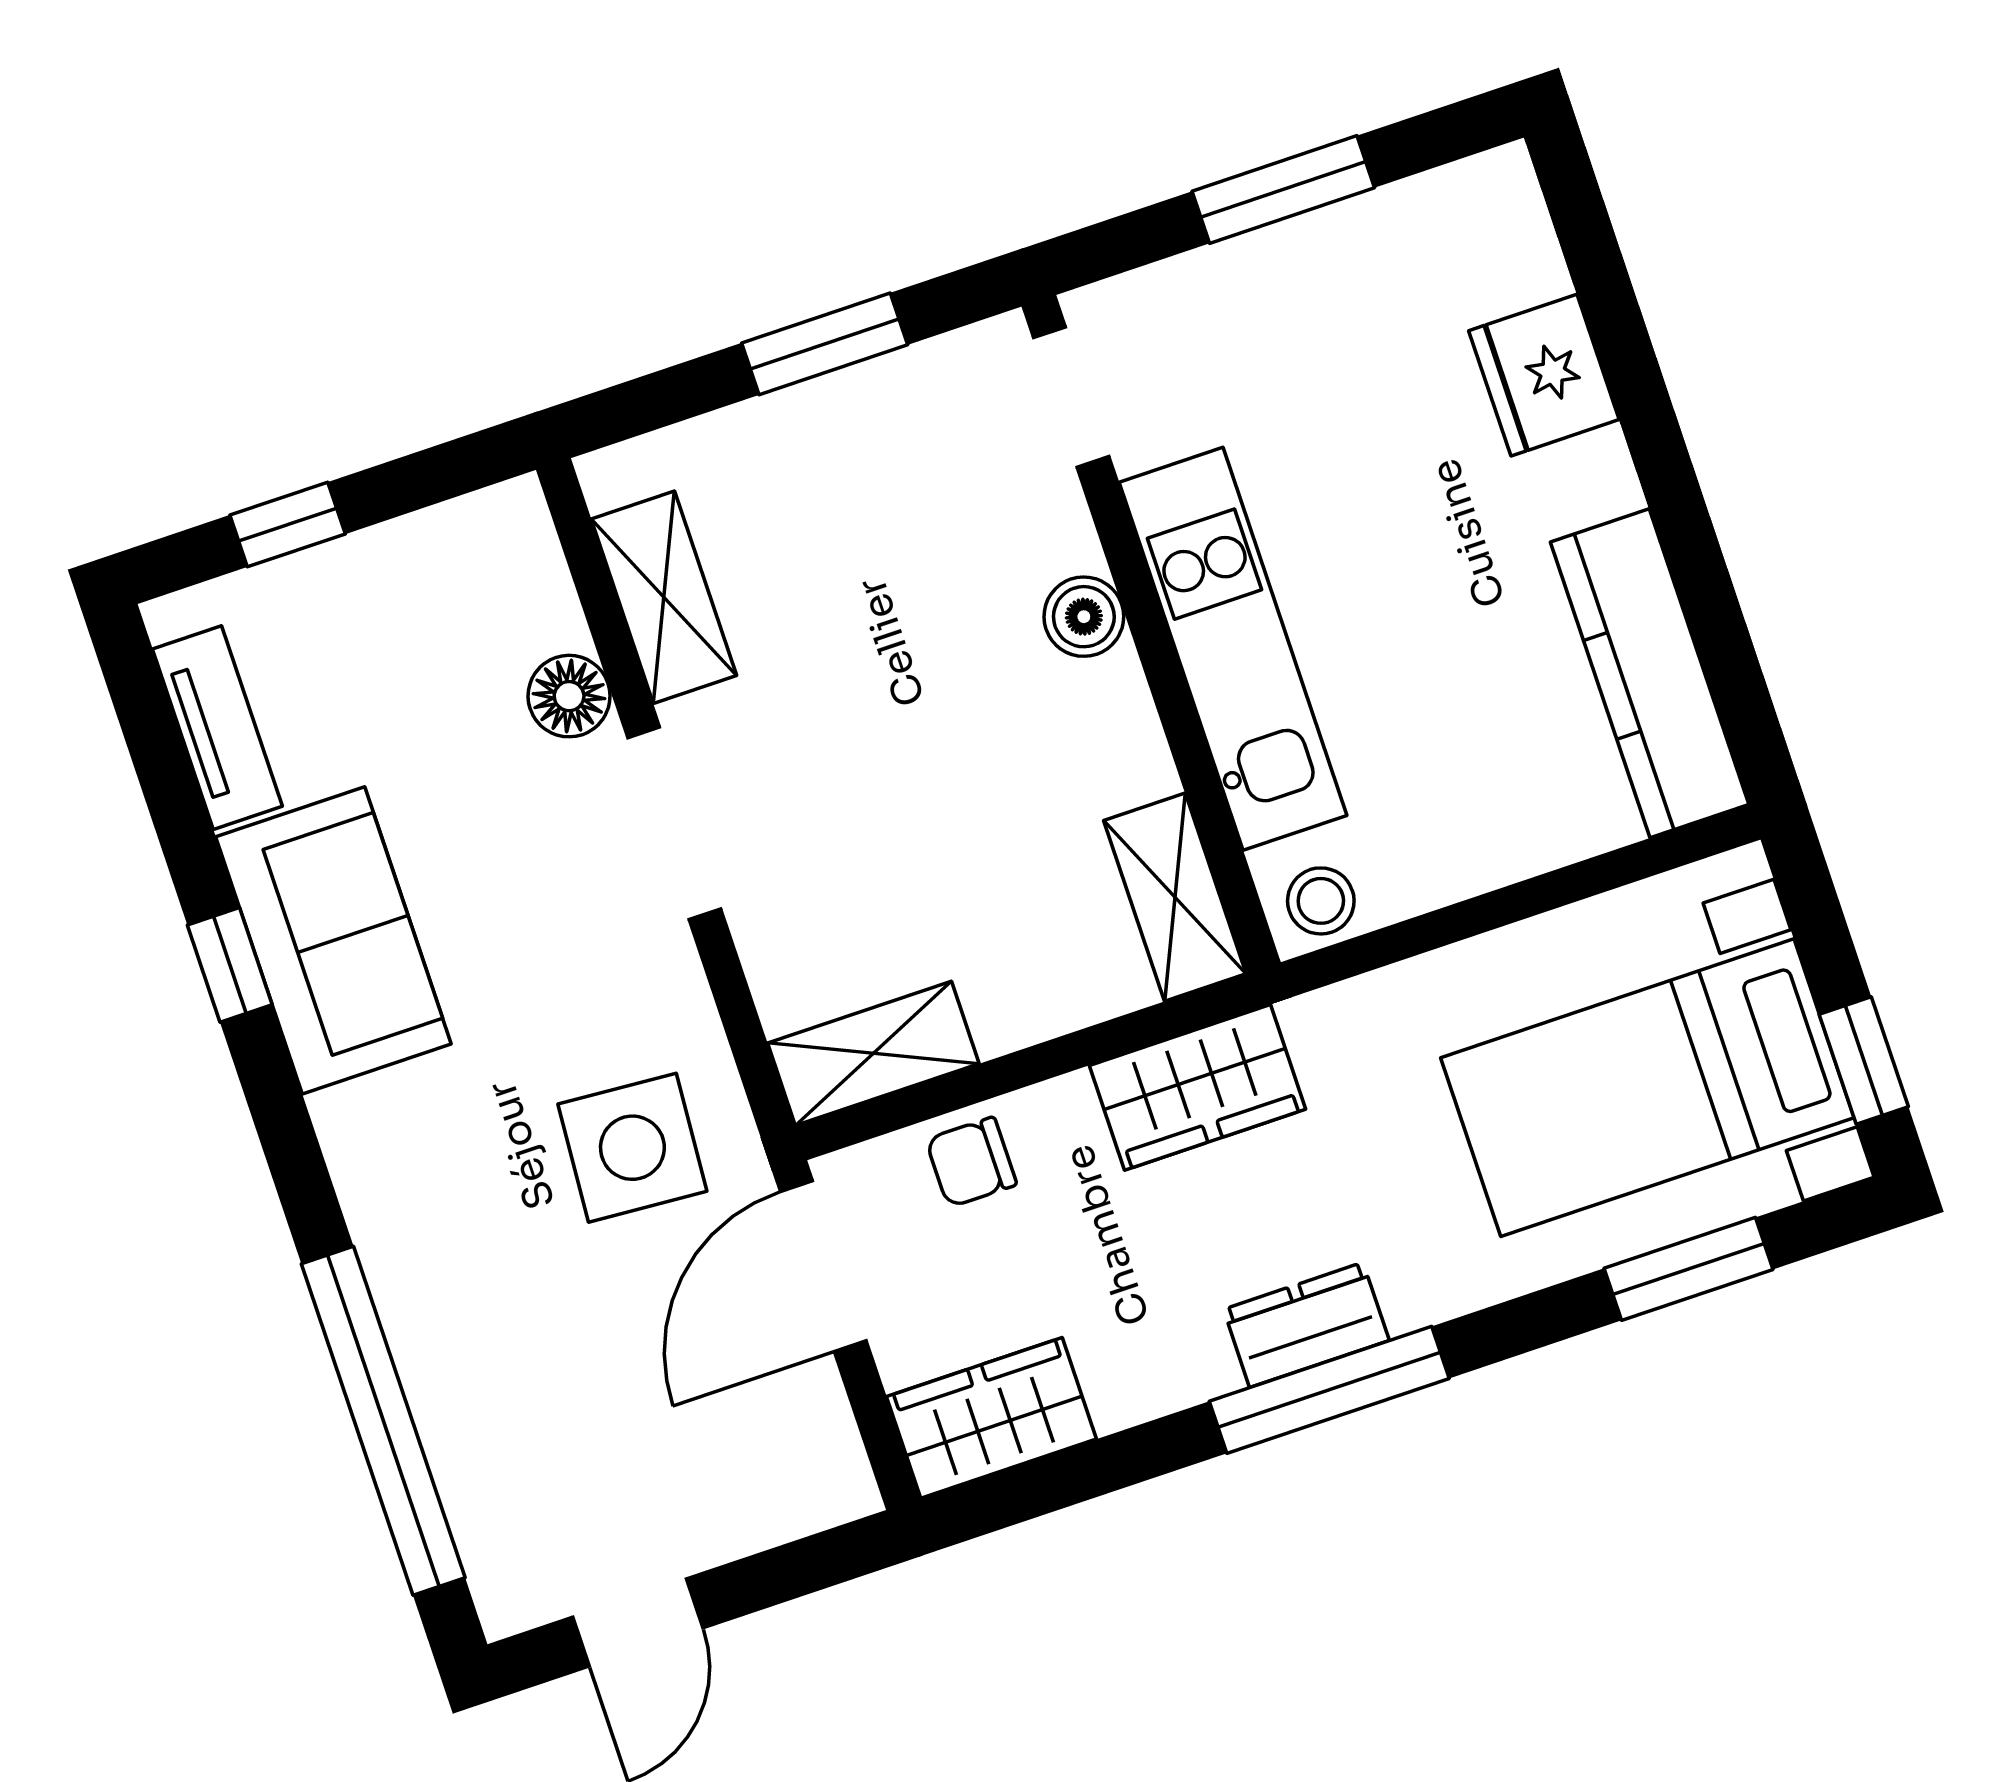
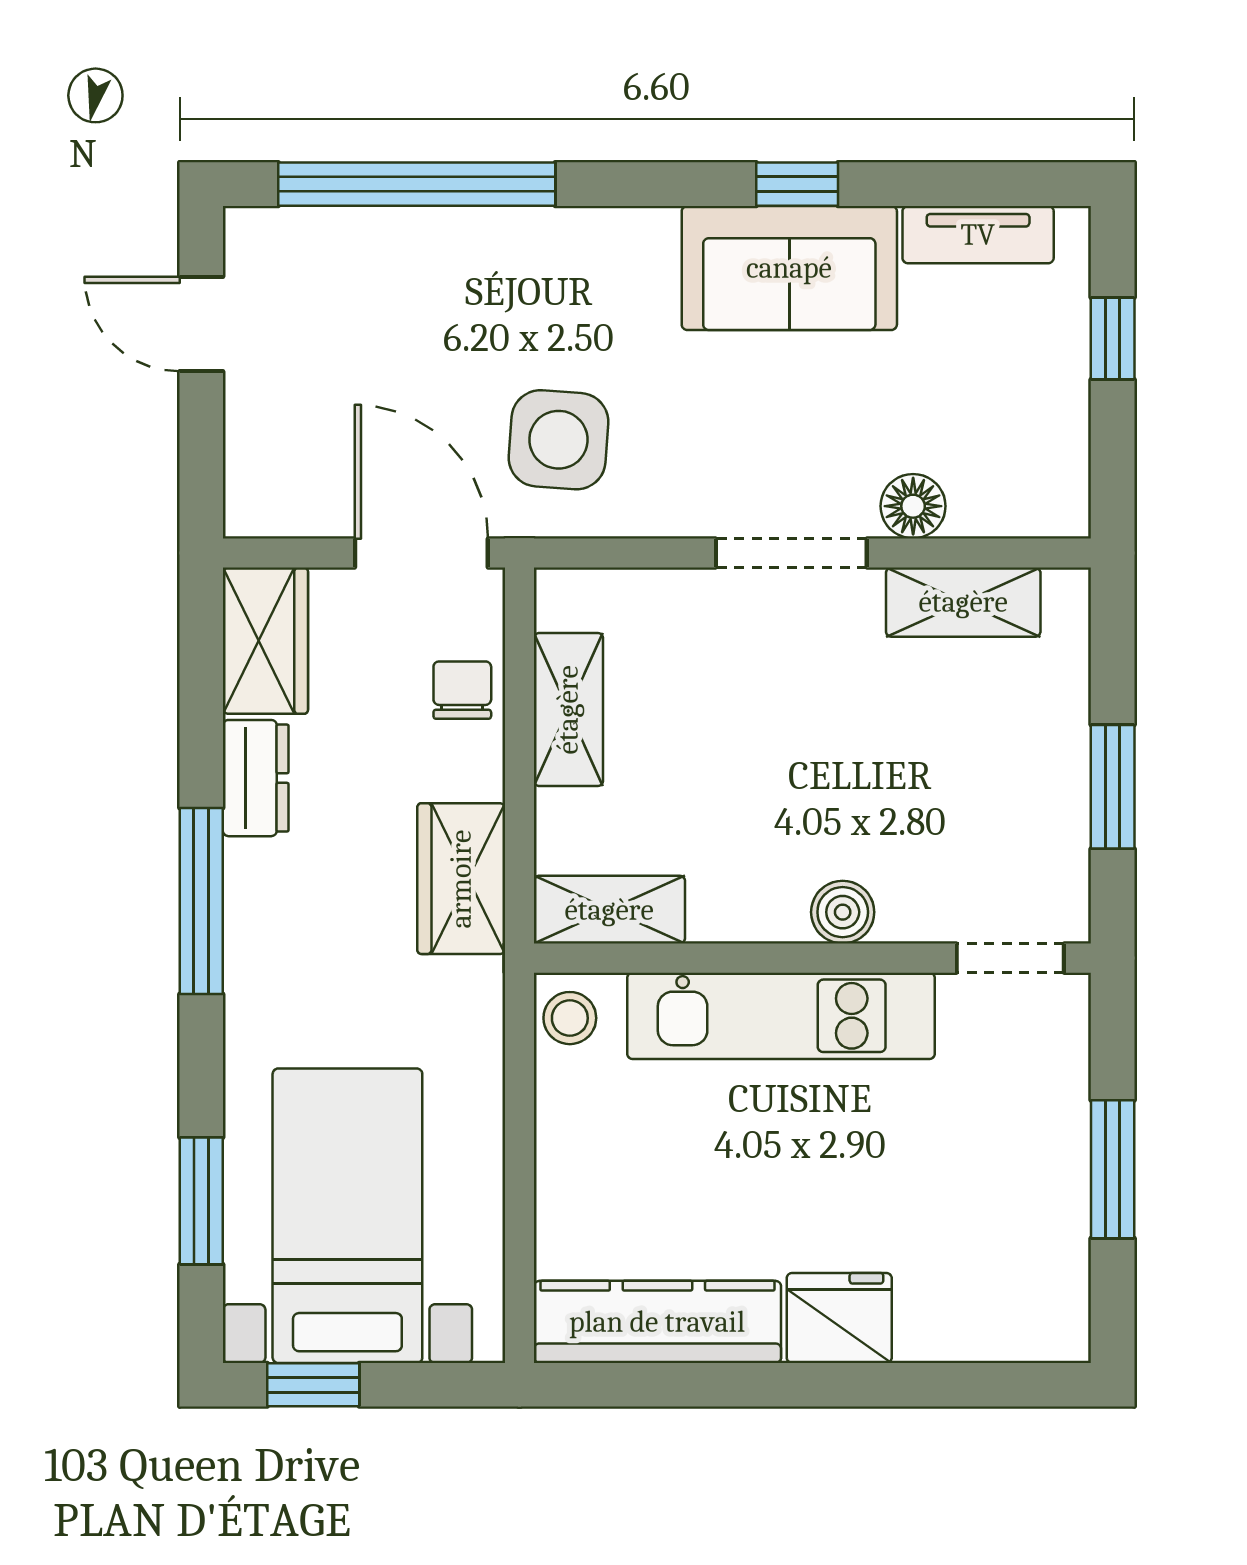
fridge: (1544, 375) -> (839, 1318), moved
shelving: (873, 1053) -> (568, 710), moved
dresser: (1306, 1325) -> (256, 778), moved

